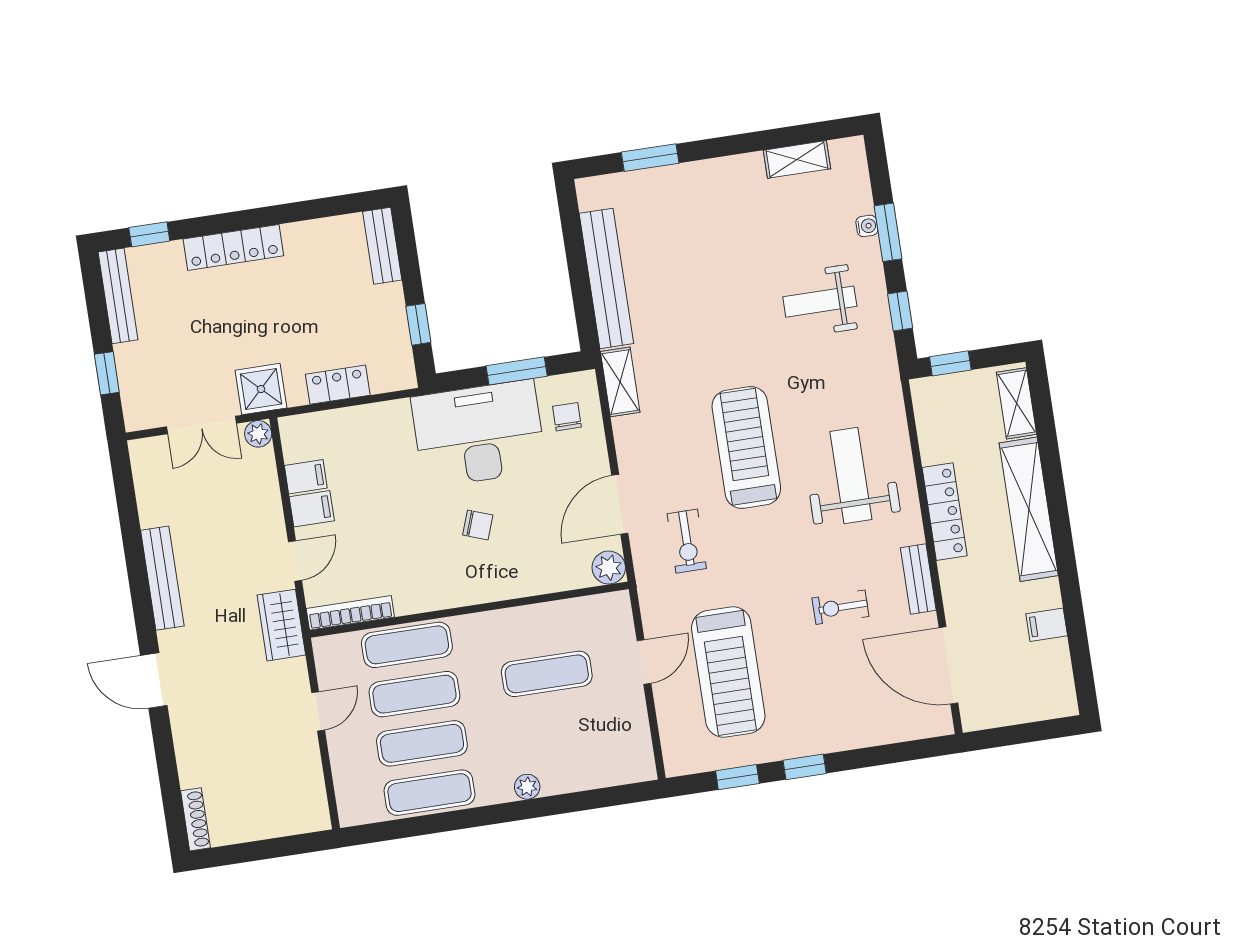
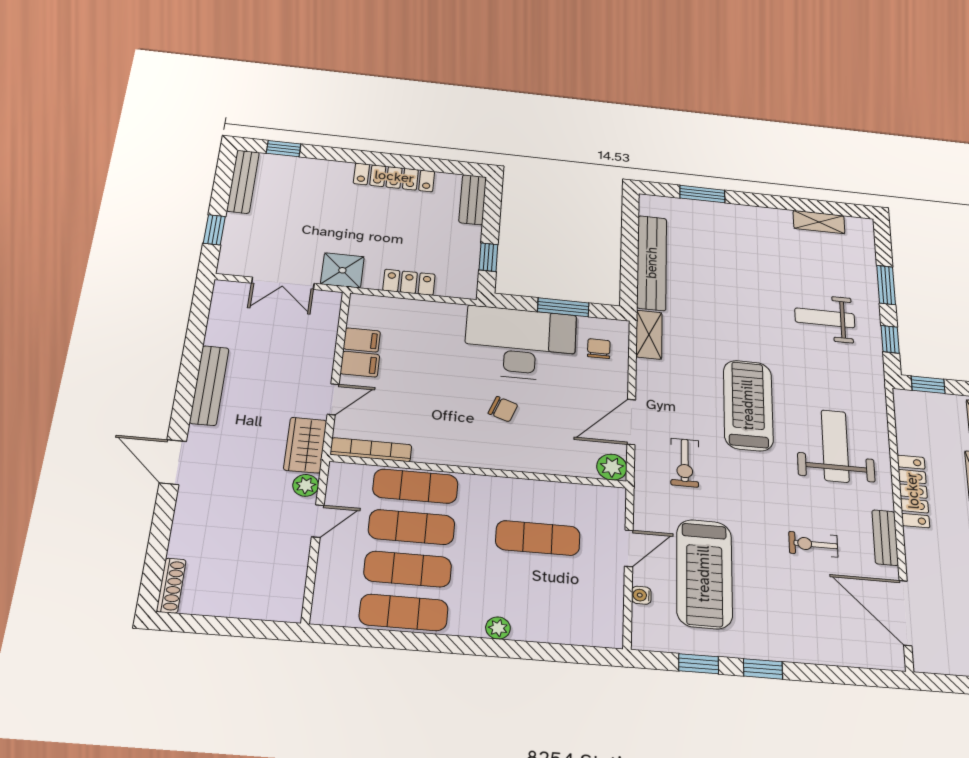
water cooler: (867, 226) -> (641, 595), moved, turned 180
locker: (233, 247) -> (394, 177), moved
plant: (258, 434) -> (306, 485), moved

